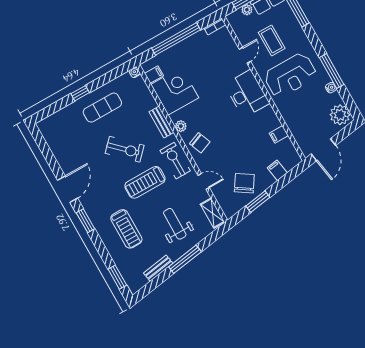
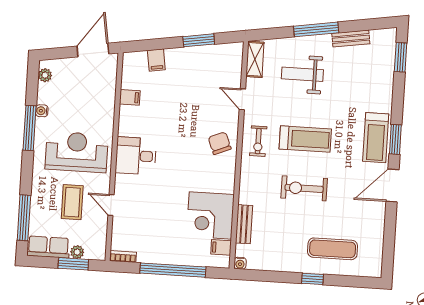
door: (245, 55) -> (111, 205), hinge flipped
desk: (247, 94) -> (136, 156), width x0.73
exercise mat: (102, 108) -> (333, 249), moved
plant: (340, 115) -> (45, 75), width x0.53, depth x0.53
bench: (162, 122) -> (244, 224), moved
plant: (181, 126) -> (228, 174), removed
exercise bike: (125, 149) -> (304, 188), turned -44
exercise bike: (175, 161) -> (258, 141), width x0.73, depth x0.72
chair: (244, 183) -> (200, 69), removed
weight bench: (175, 224) -> (302, 74), turned 90
treadmill: (126, 229) -> (376, 138), moved, turned 180

